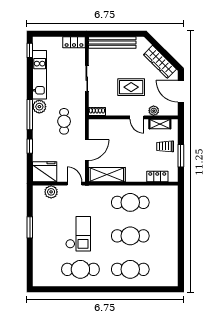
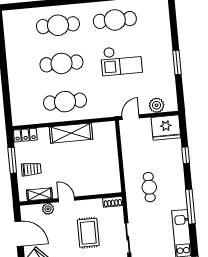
rug: (131, 87) -> (88, 233), moved, turned 90
plant: (39, 107) -> (179, 201), removed
window: (30, 115) -> (190, 207), moved
door: (87, 150) -> (120, 157), removed
shelving: (107, 175) -> (71, 133), moved
locker: (157, 177) -> (25, 135), moved
door: (75, 184) -> (131, 117), swing flipped
checkout: (78, 234) -> (121, 60), turned -90

